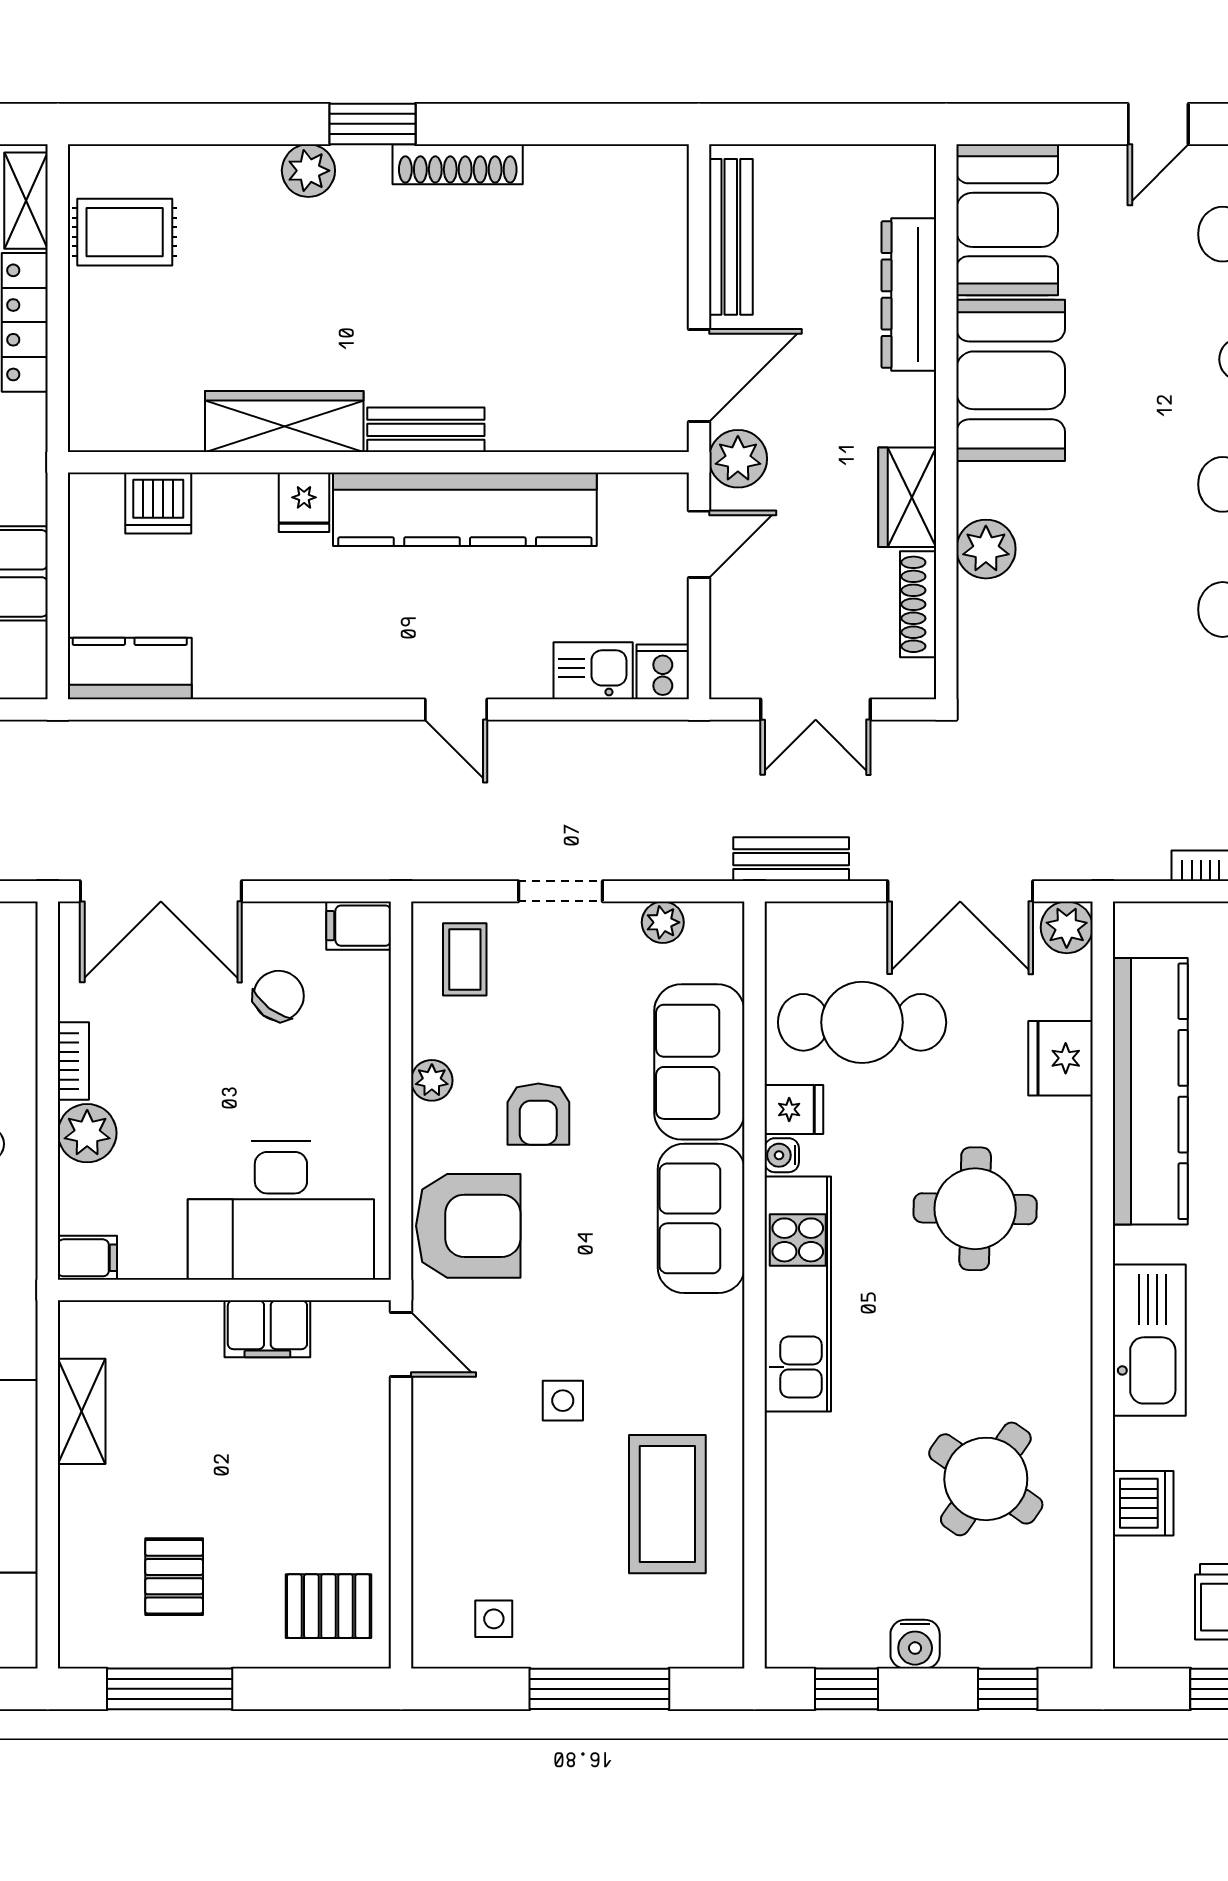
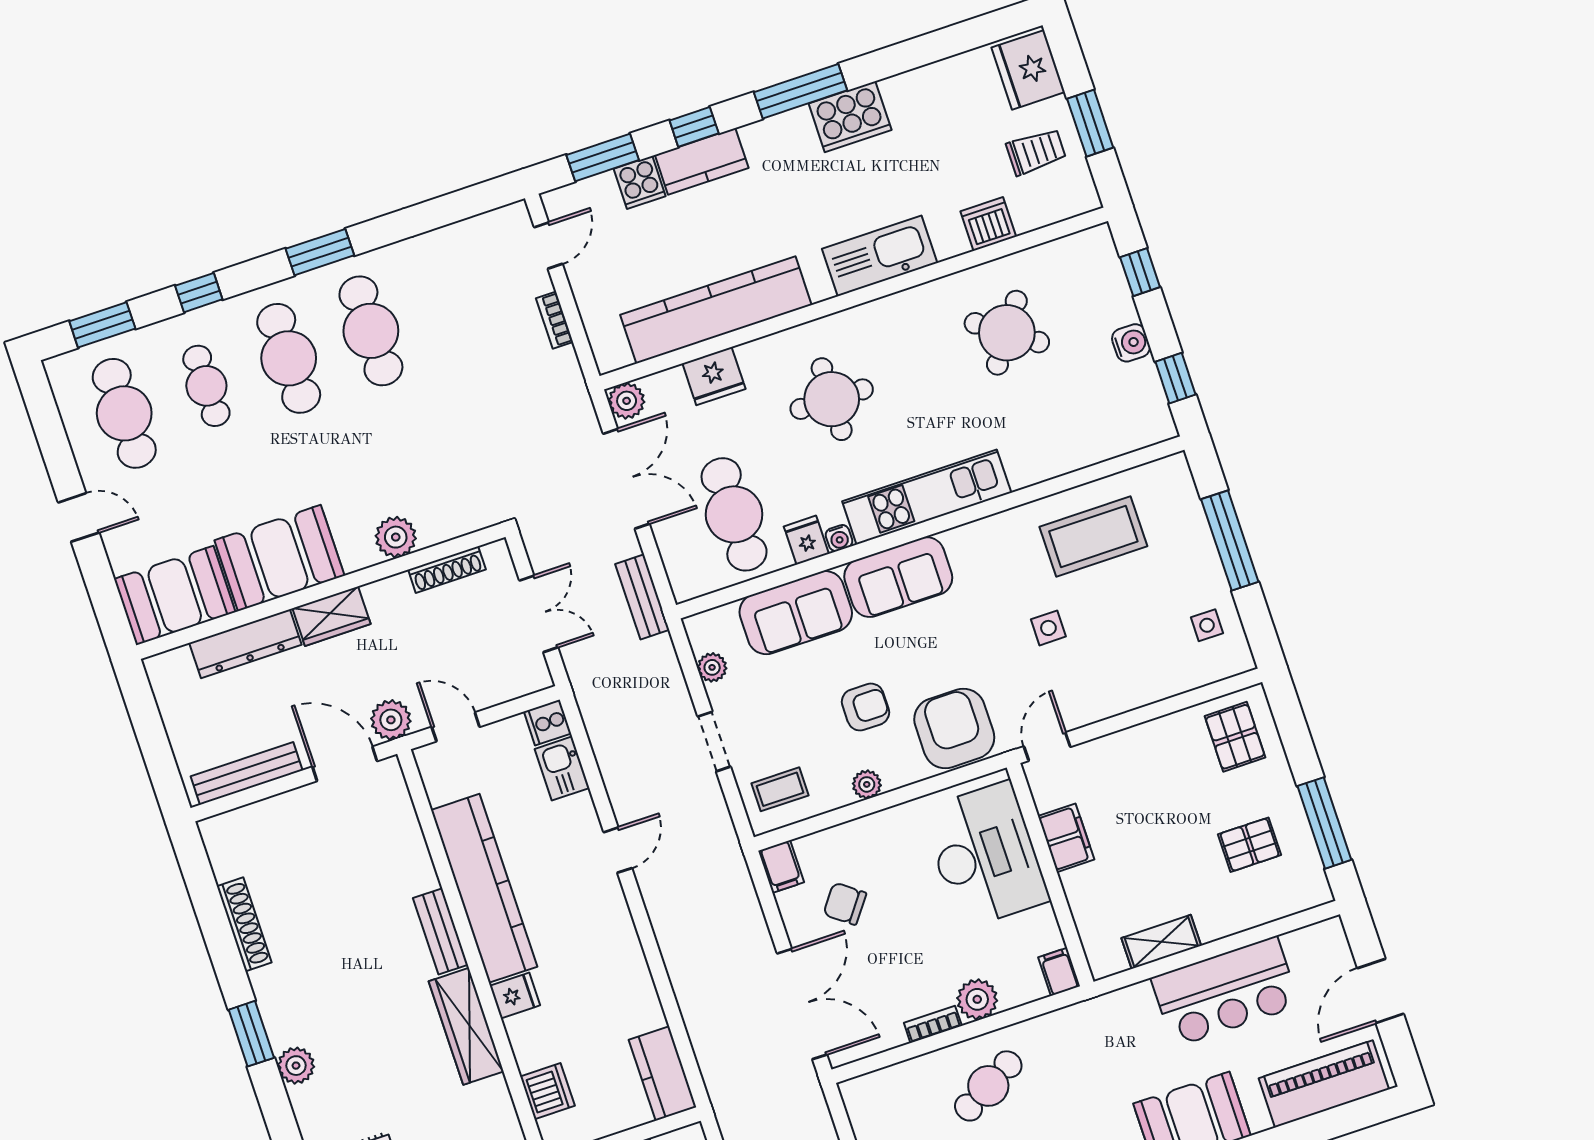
shoe rack: (458, 164) -> (244, 924), moved
wardrobe: (907, 497) -> (331, 616), moved

